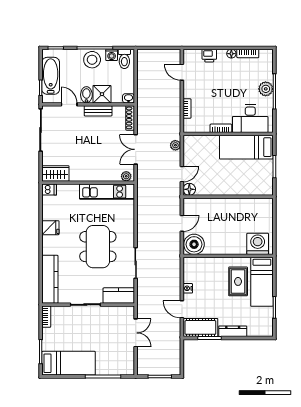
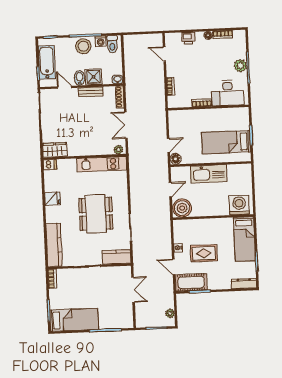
plant: (175, 145) -> (170, 313), moved
bed: (246, 147) -> (226, 142), moved
kitchen sink: (225, 208) -> (209, 174), added
rug: (238, 281) -> (204, 253), moved, turned 90
dresser: (233, 331) -> (244, 284), moved

